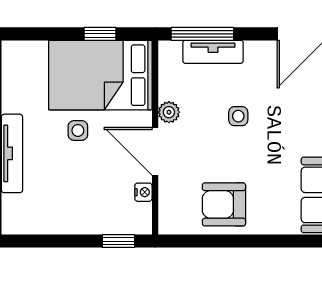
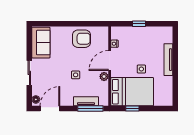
door: (155, 151) -> (110, 60), swing flipped
window: (118, 241) -> (139, 24), moved

